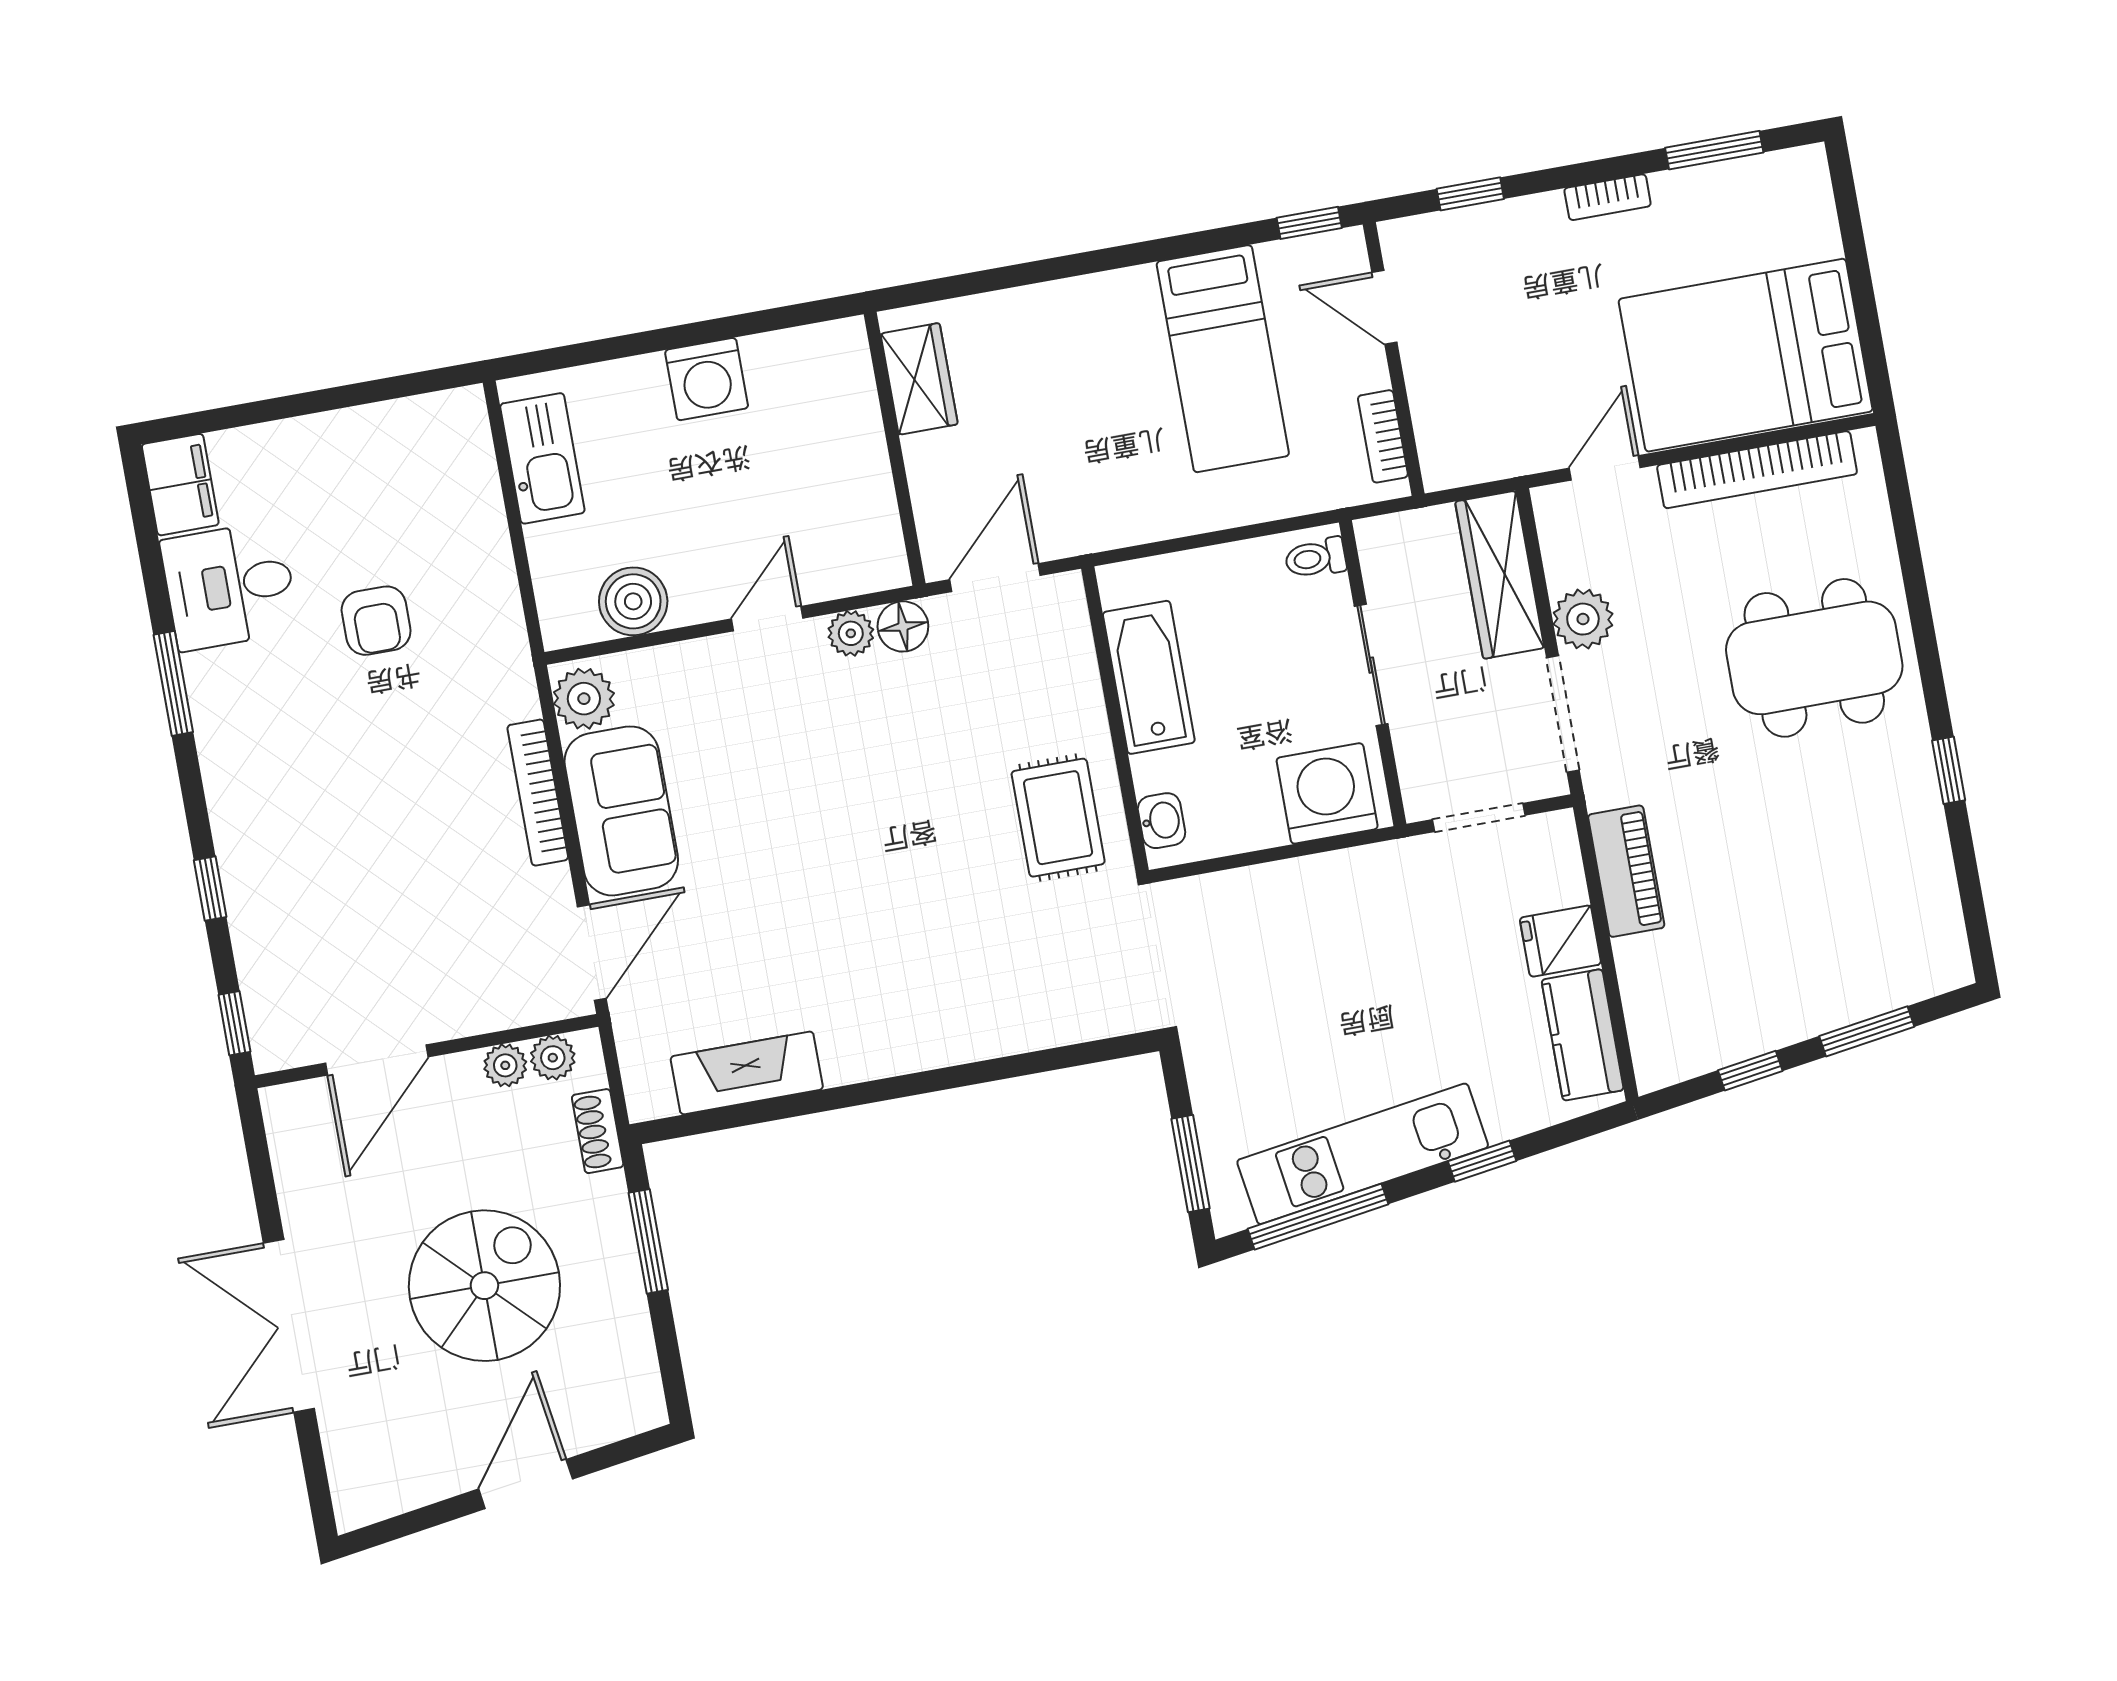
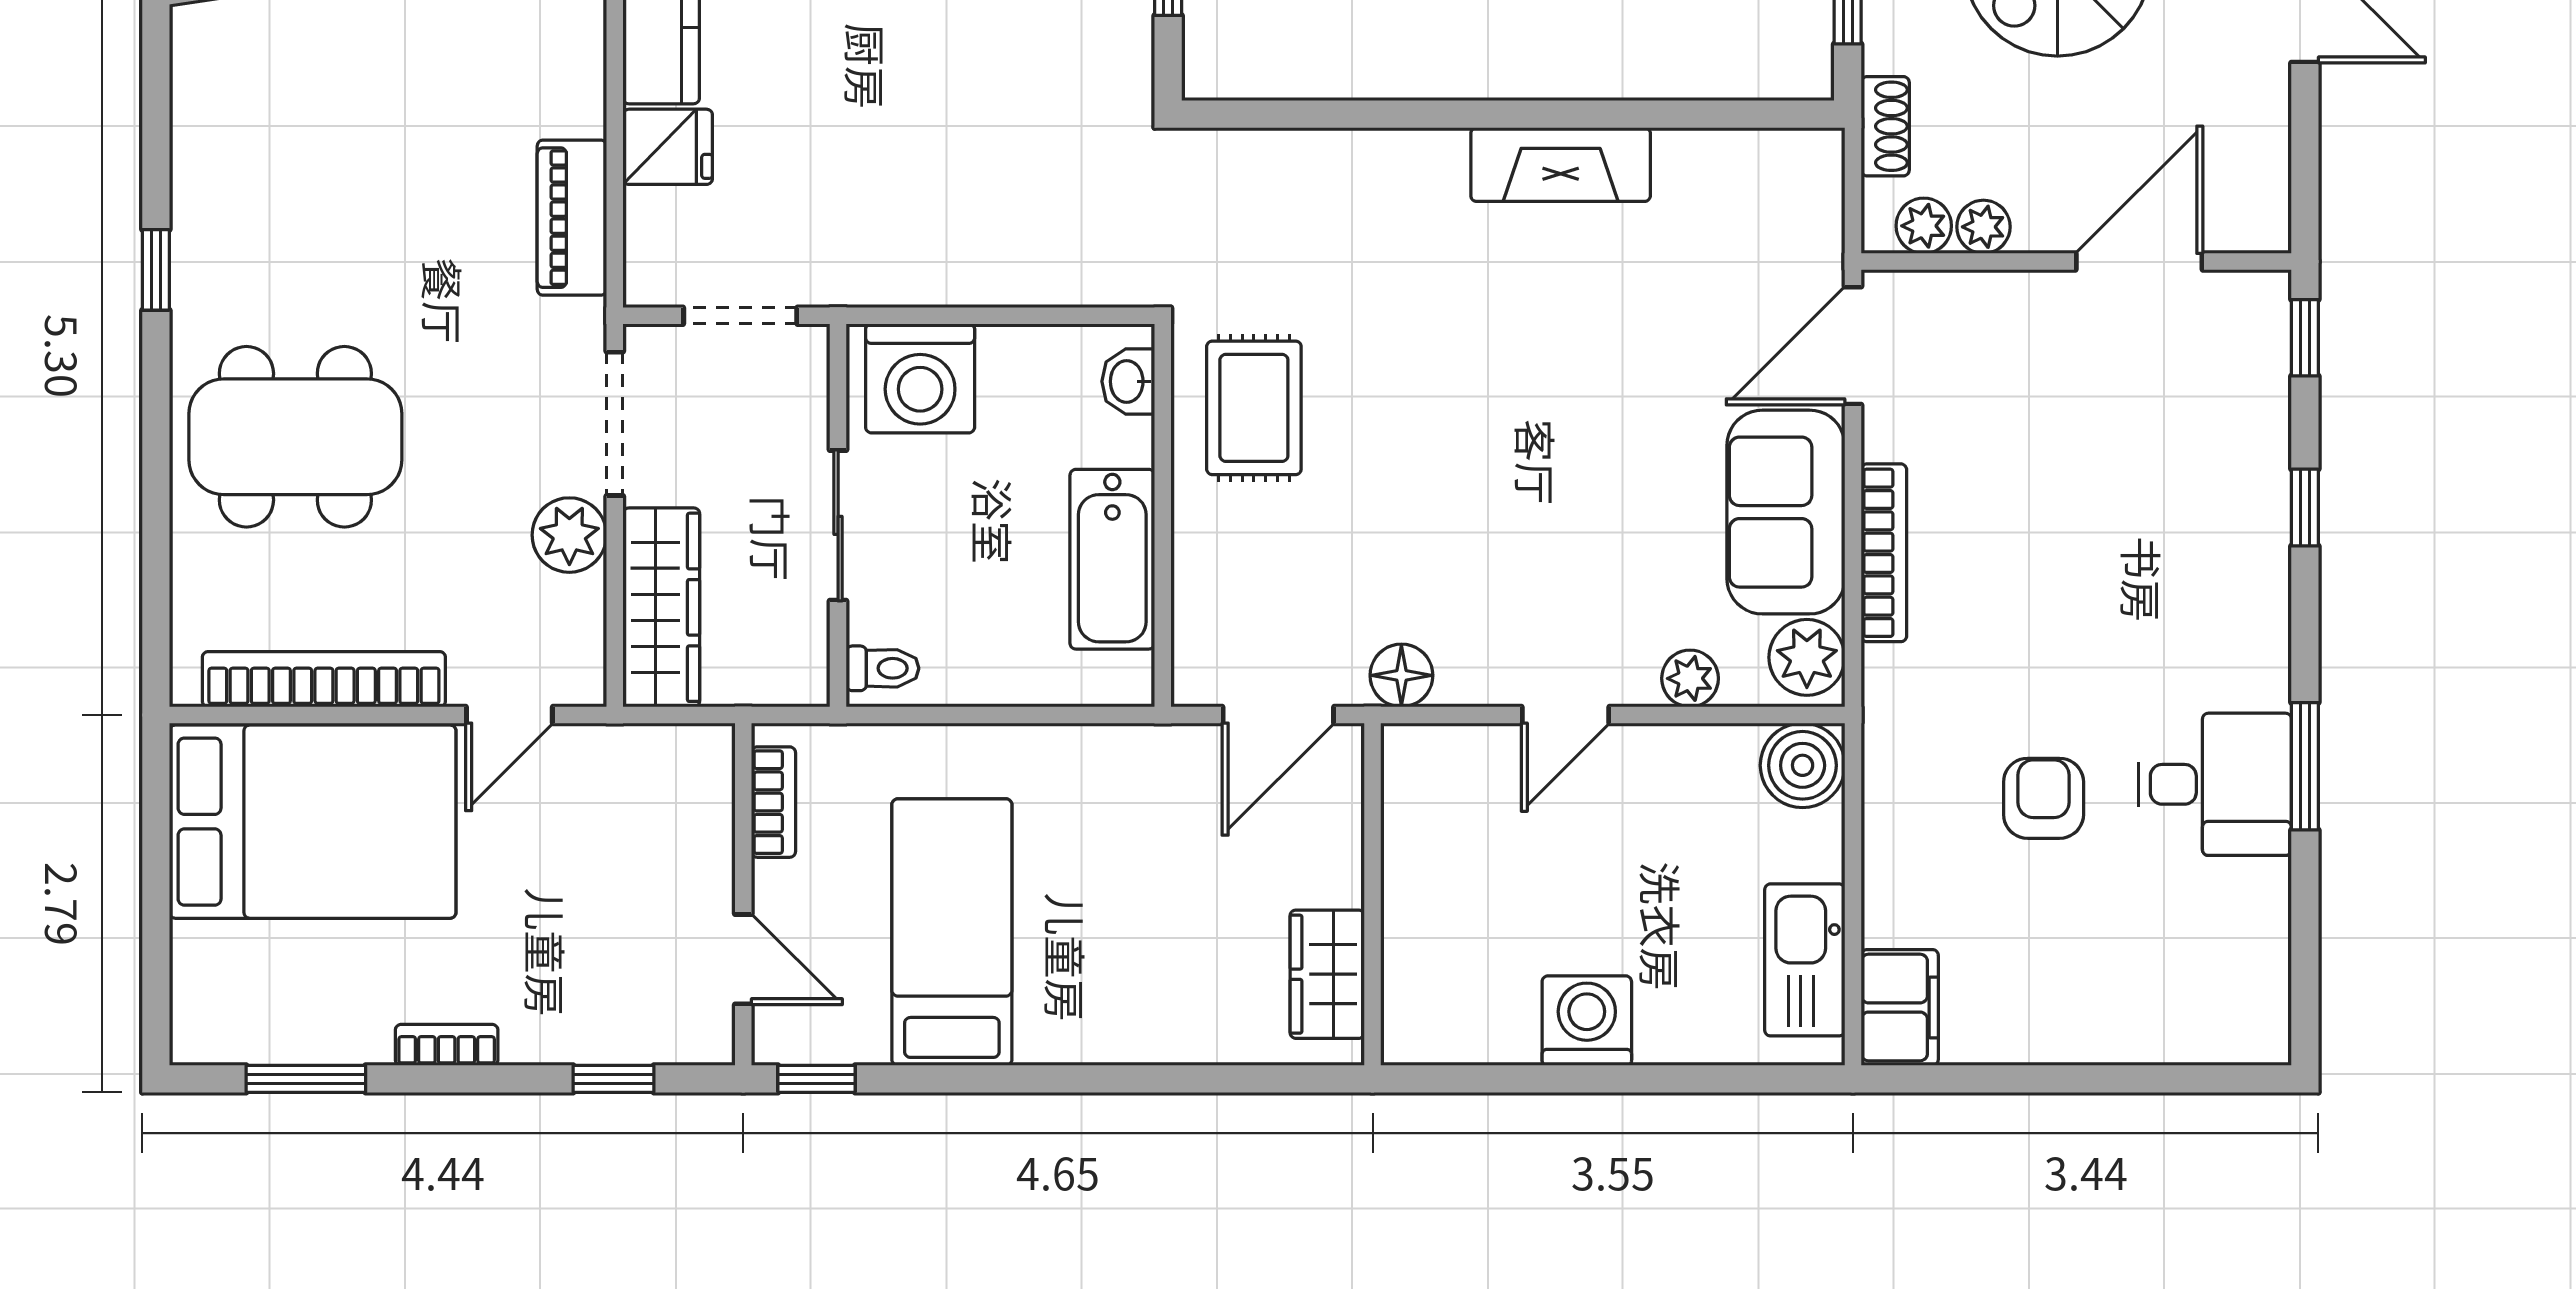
filing cabinet: (180, 485) -> (1900, 1007), moved, turned 180
desk: (230, 586) -> (2215, 784), moved
boiler: (633, 601) -> (1803, 765), moved
plant: (851, 633) -> (1690, 678), moved
fireplace: (747, 1073) -> (1561, 165), moved

